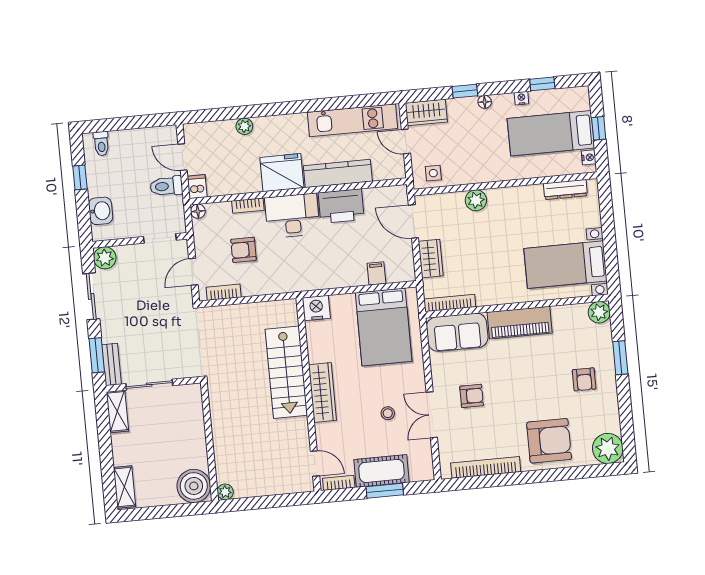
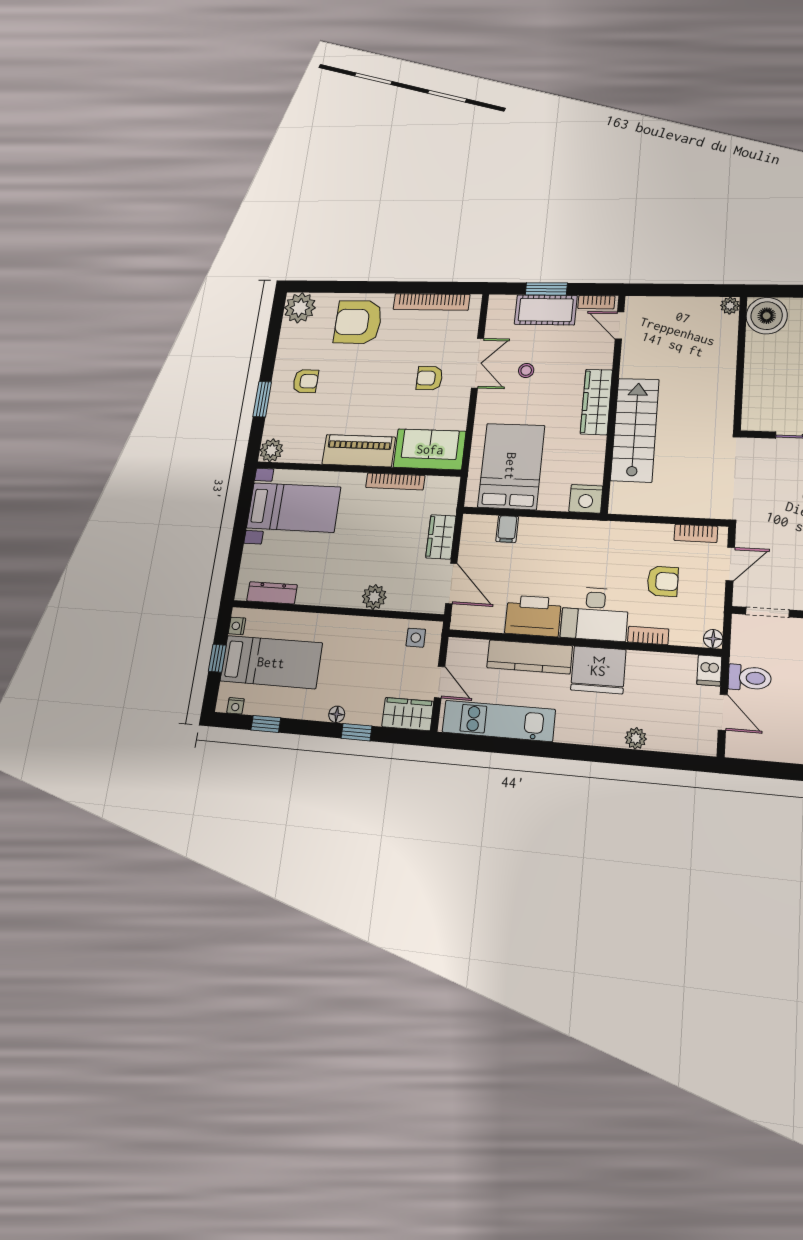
nightstand: (521, 98) -> (235, 706), moved
bookcase: (450, 303) -> (395, 481), moved
armchair: (584, 379) -> (306, 381), turned 90

